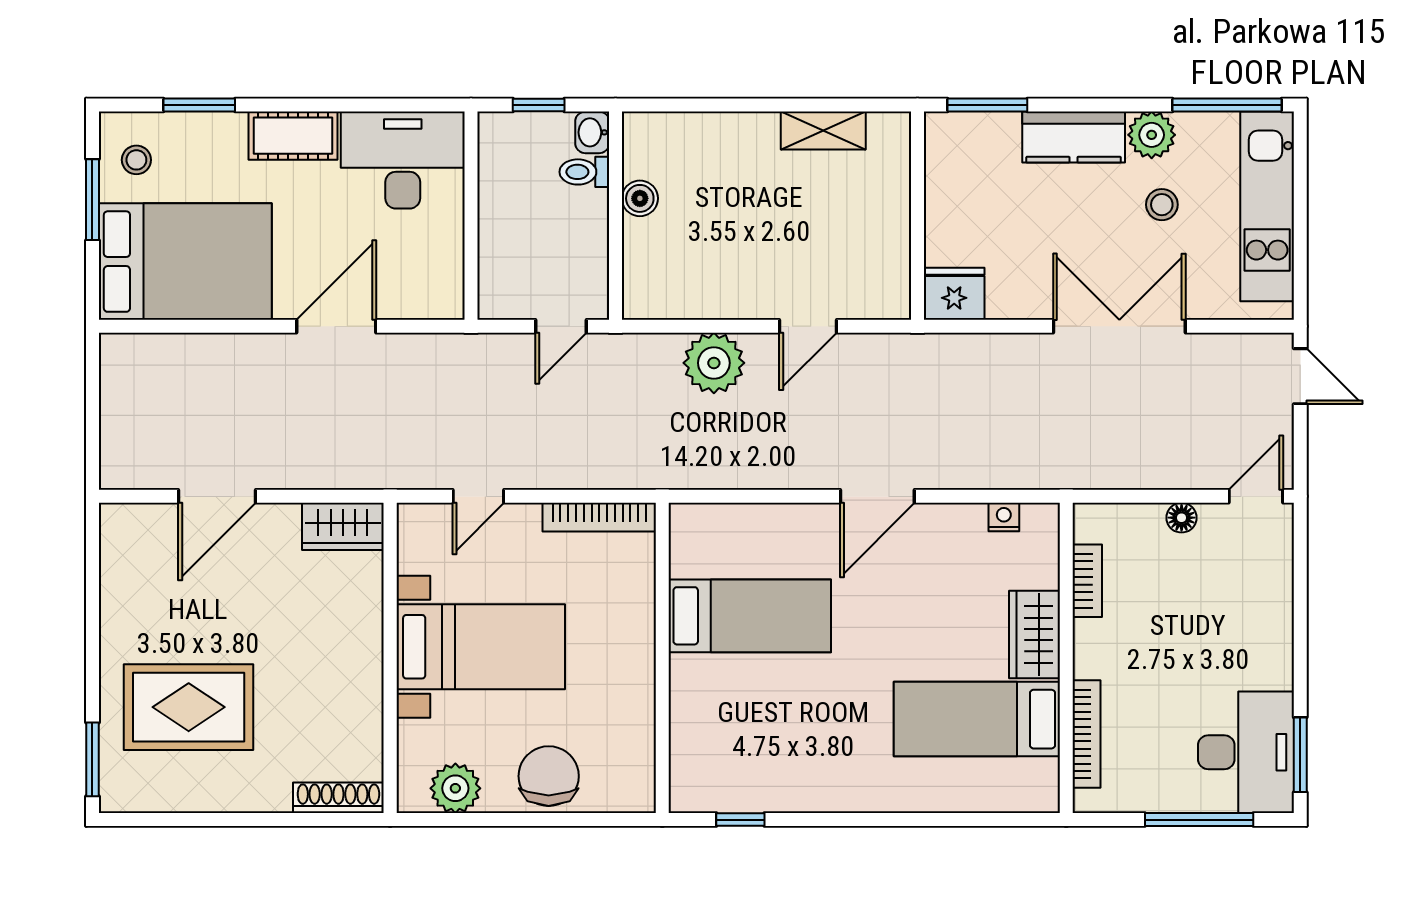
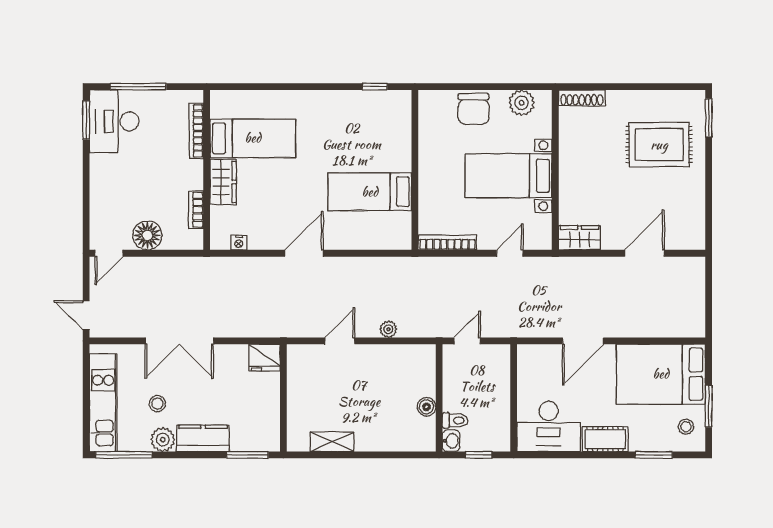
plant: (714, 363) -> (388, 329), width x0.53, depth x0.53
floor lamp: (1182, 518) -> (147, 235), width x1.89, depth x1.89

